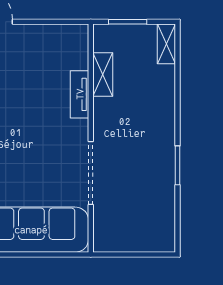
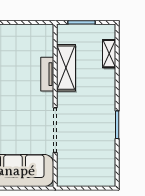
shelving: (166, 44) -> (109, 54), moved
shelving: (103, 74) -> (66, 68), width x1.50, depth x1.33

